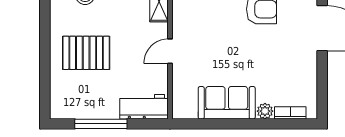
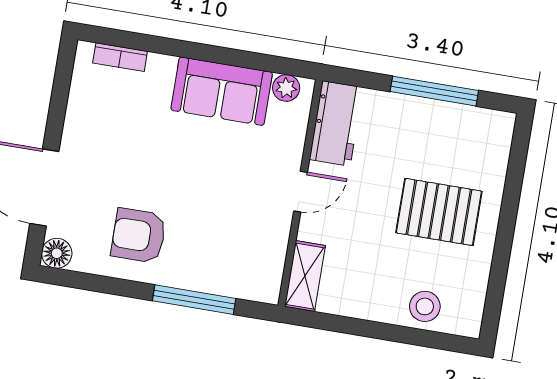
workbench: (144, 107) -> (336, 123), moved, turned -90
plant: (265, 111) -> (286, 88), moved

